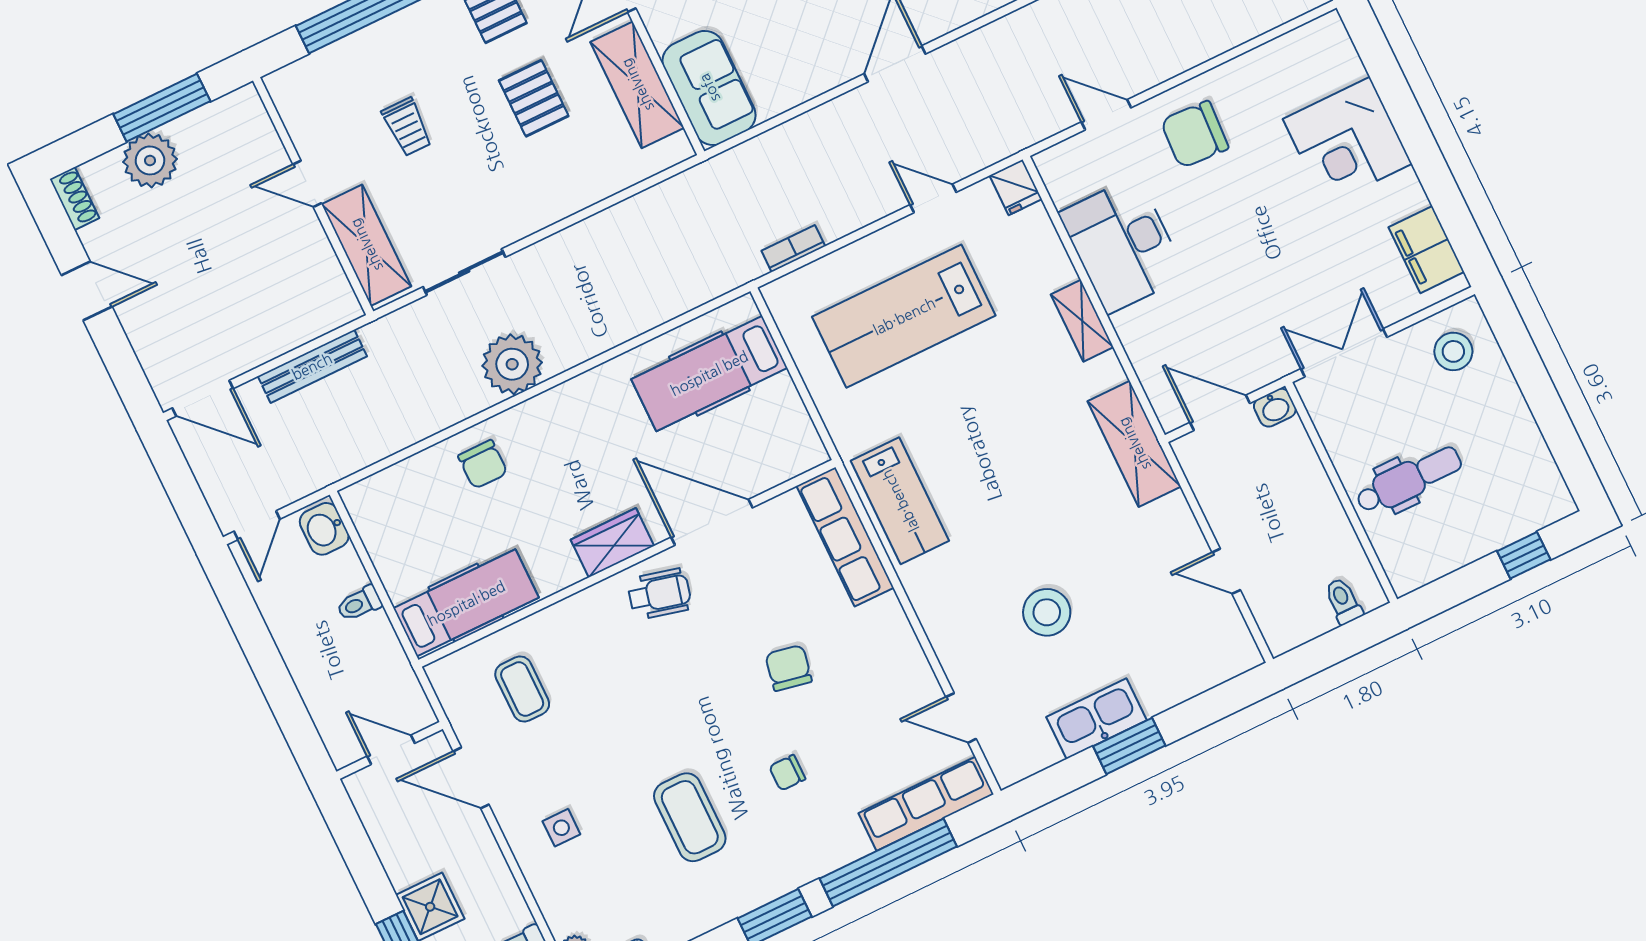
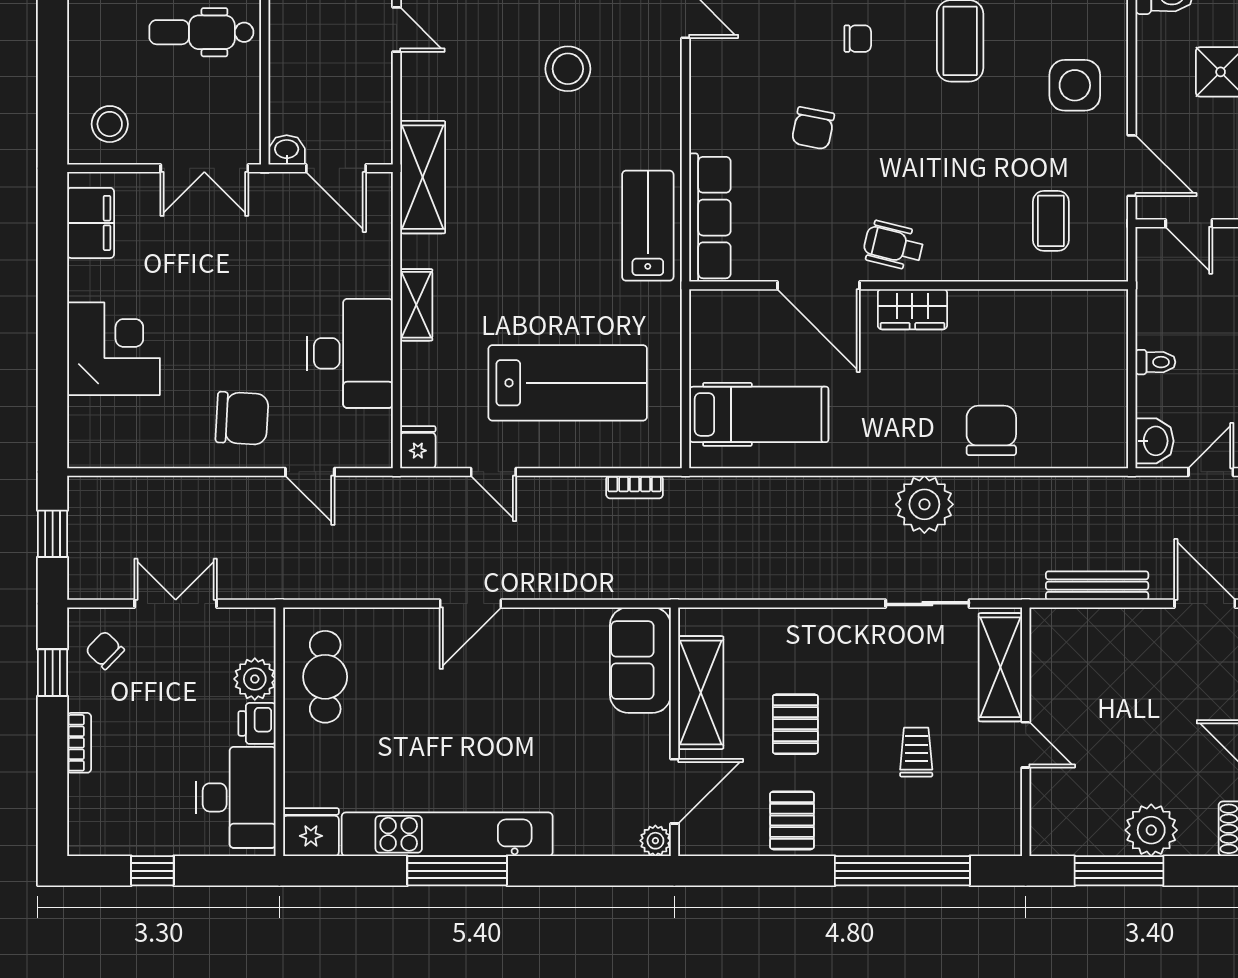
chair: (483, 464) -> (991, 430), width x1.37, depth x1.37
hospital bed: (466, 603) -> (1063, 318), removed
side table: (561, 828) -> (1075, 85), width x1.87, depth x1.87

